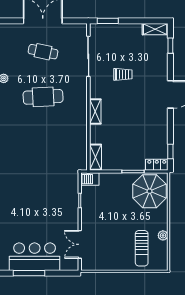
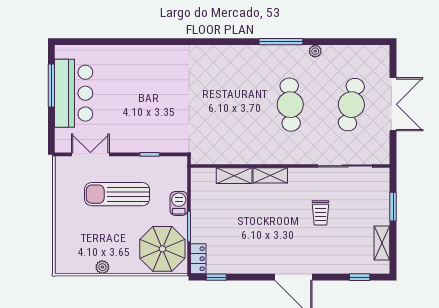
window: (108, 21) -> (393, 207), moved
shelving: (155, 29) -> (382, 243), moved
cafe table: (43, 52) -> (351, 105), width x1.37, depth x1.35
shelving: (95, 157) -> (234, 176), moved
barbecue: (90, 179) -> (179, 203), moved
sun lounger: (142, 248) -> (117, 194), moved, width x1.36, depth x1.34

